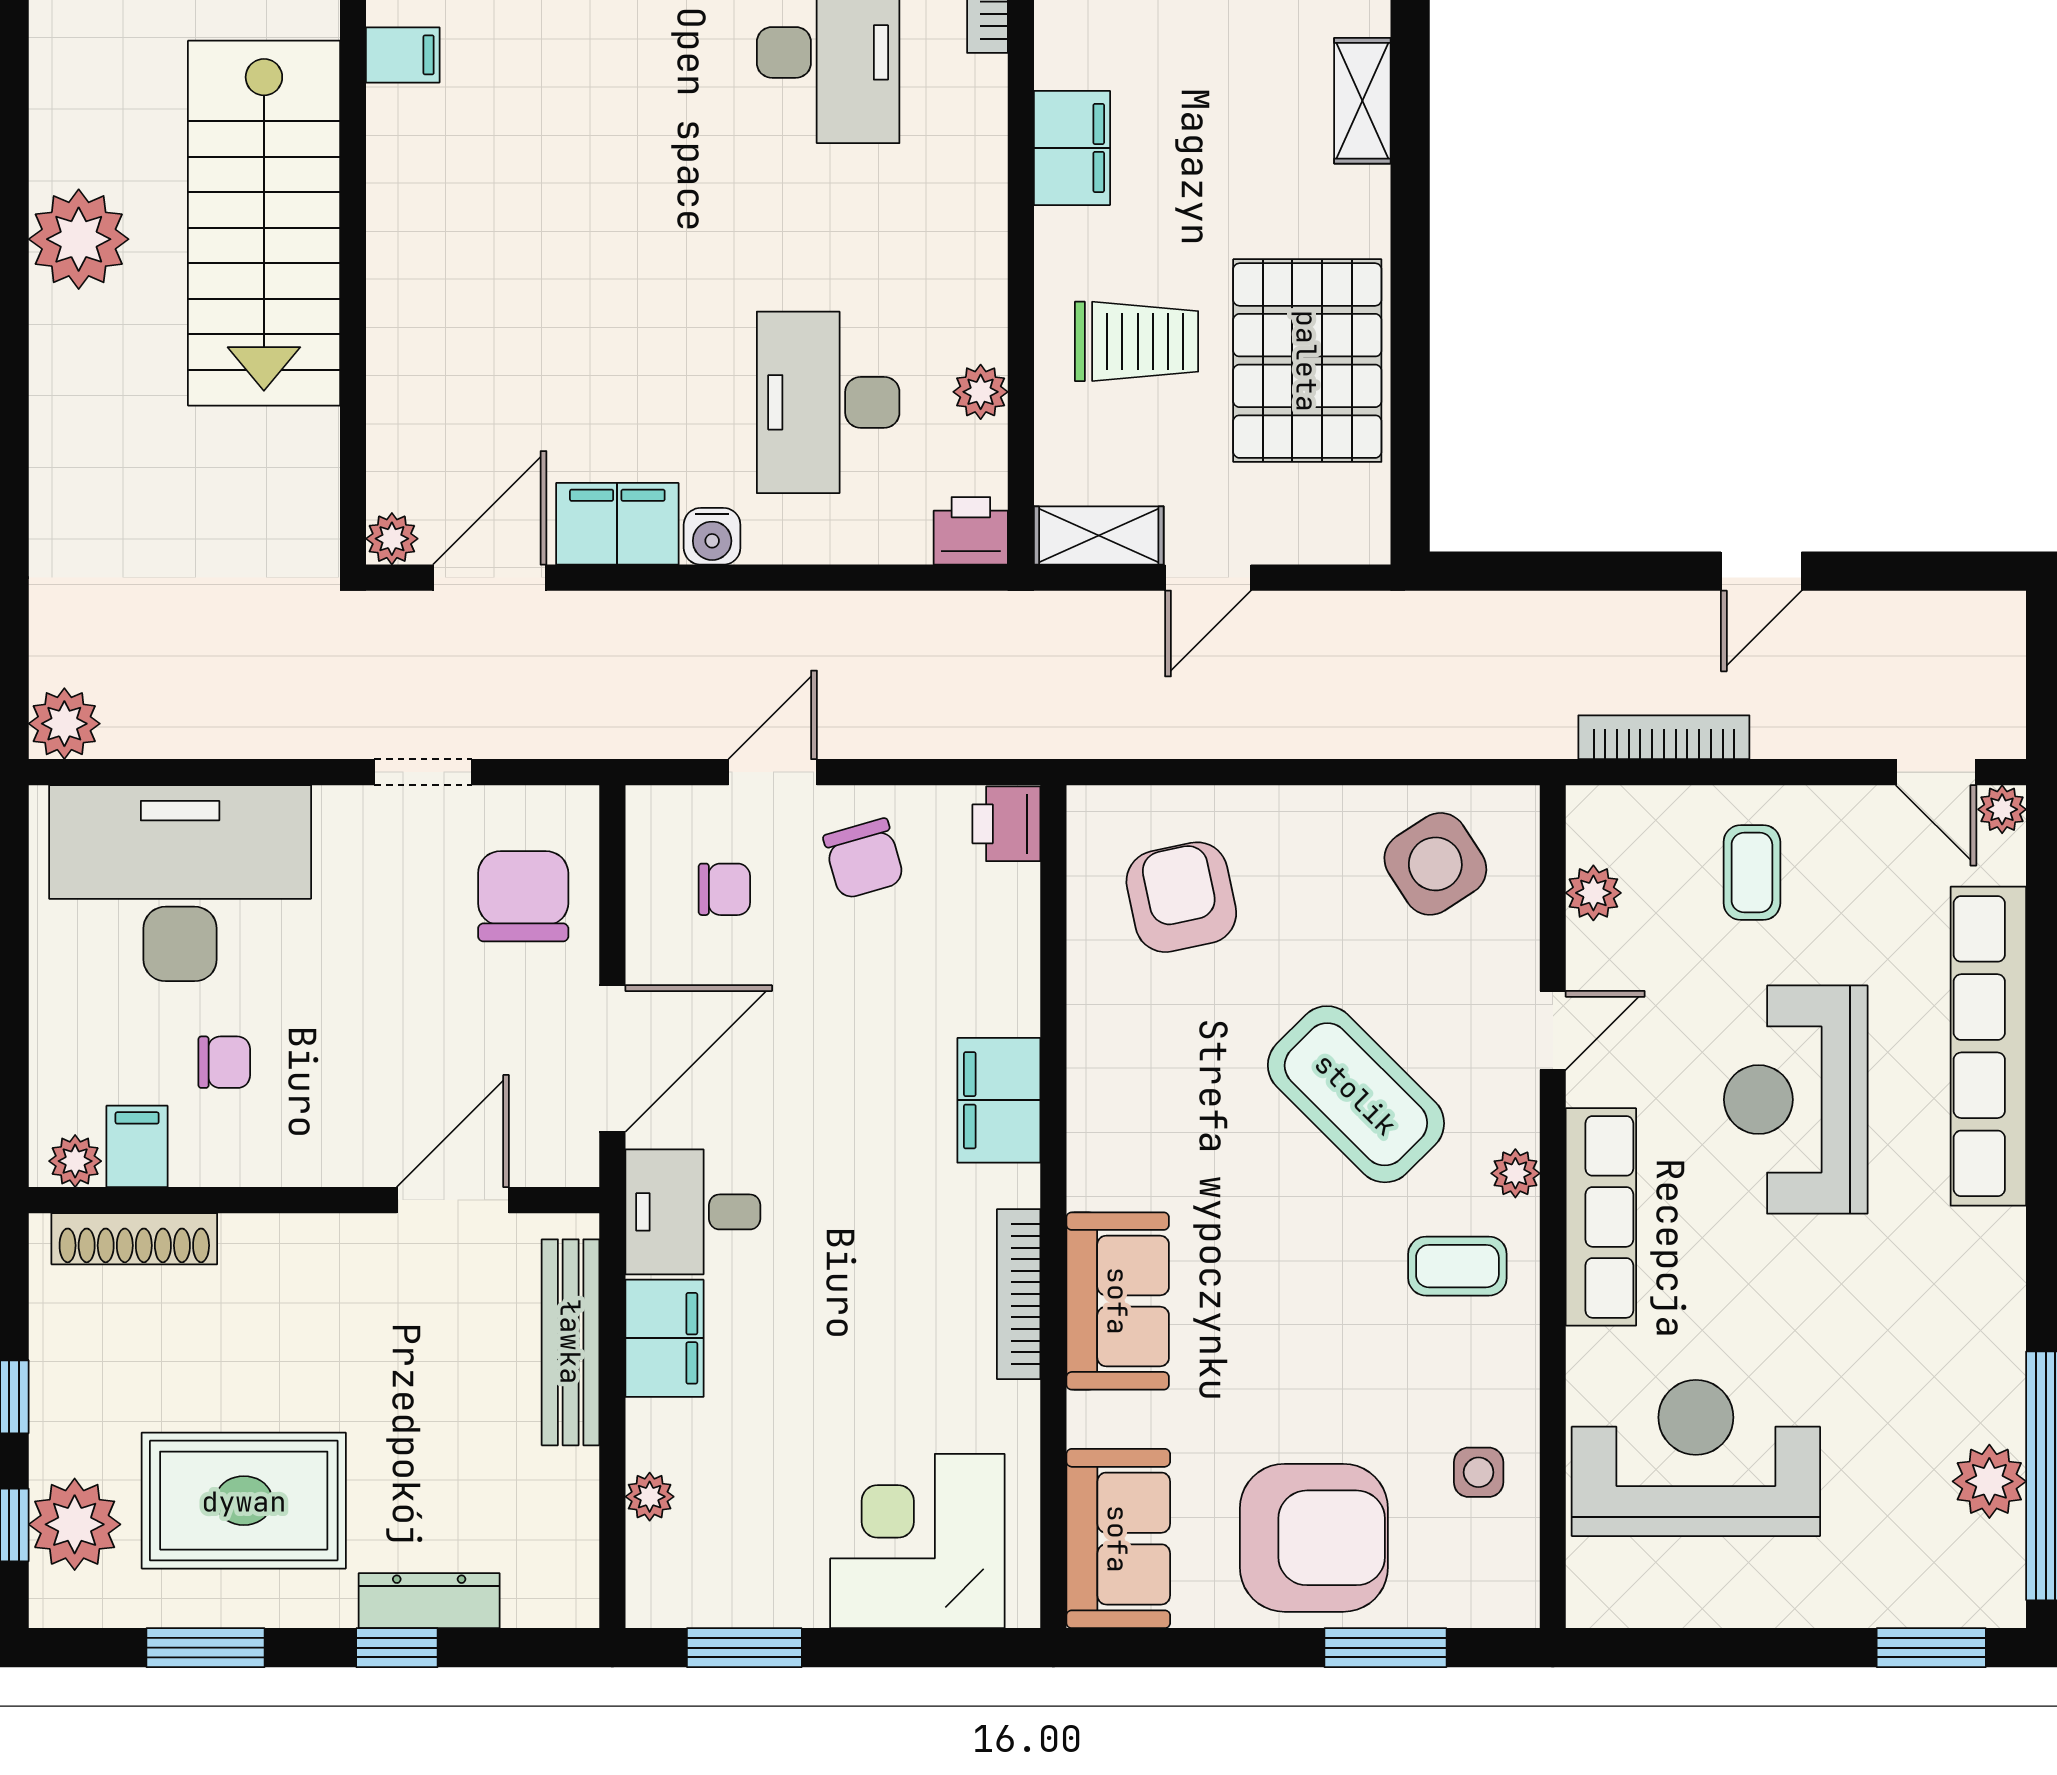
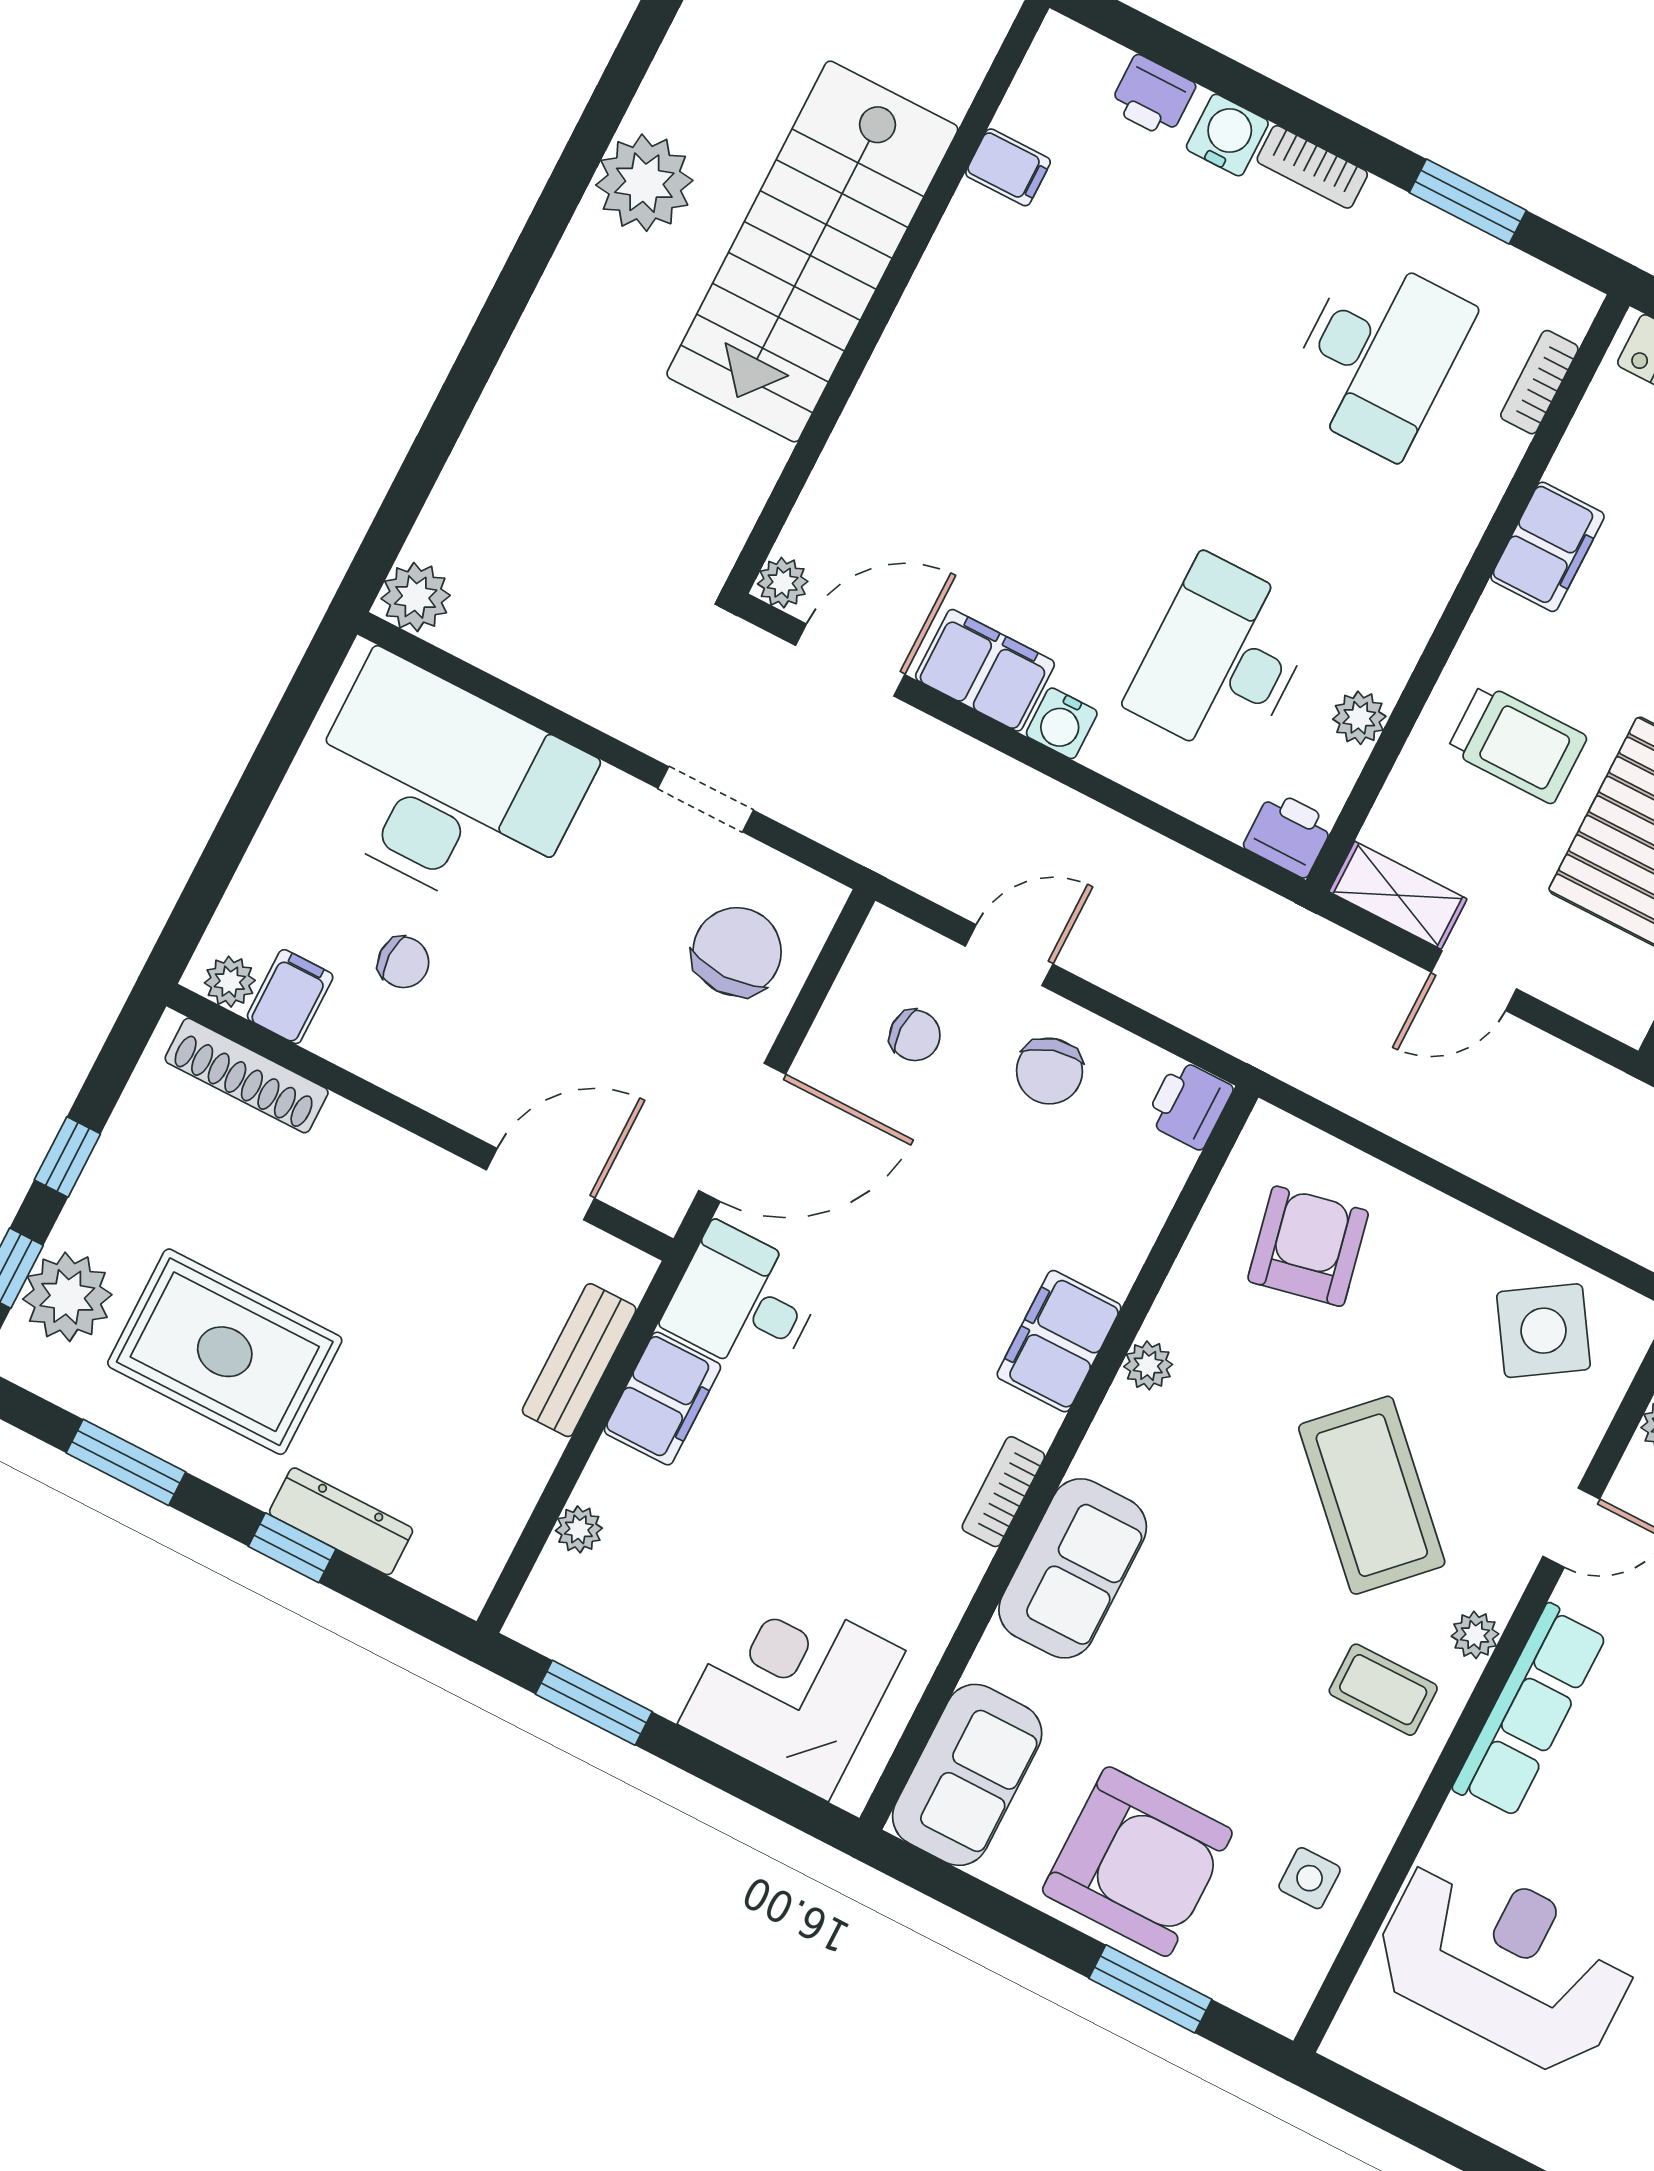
plant: (1092, 1081) -> (1148, 1365), added
bookcase: (1019, 1294) -> (1003, 1492), width x0.64
bench: (571, 1342) -> (579, 1360), width x0.73

